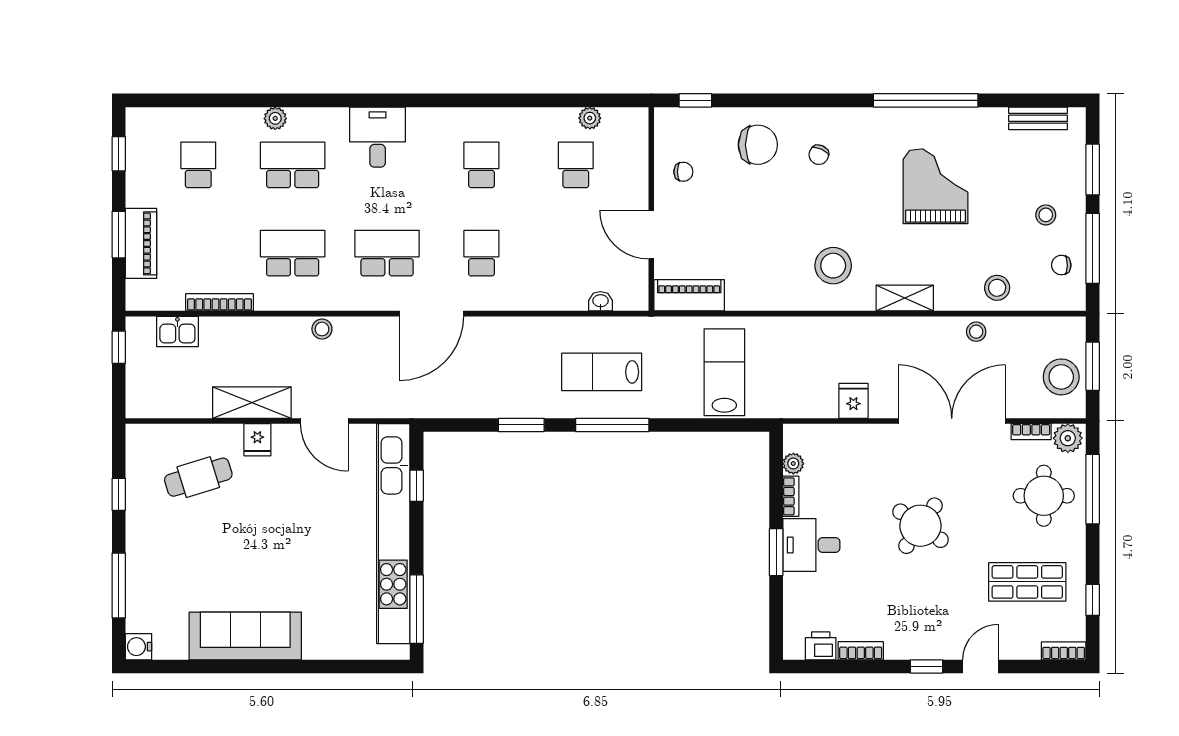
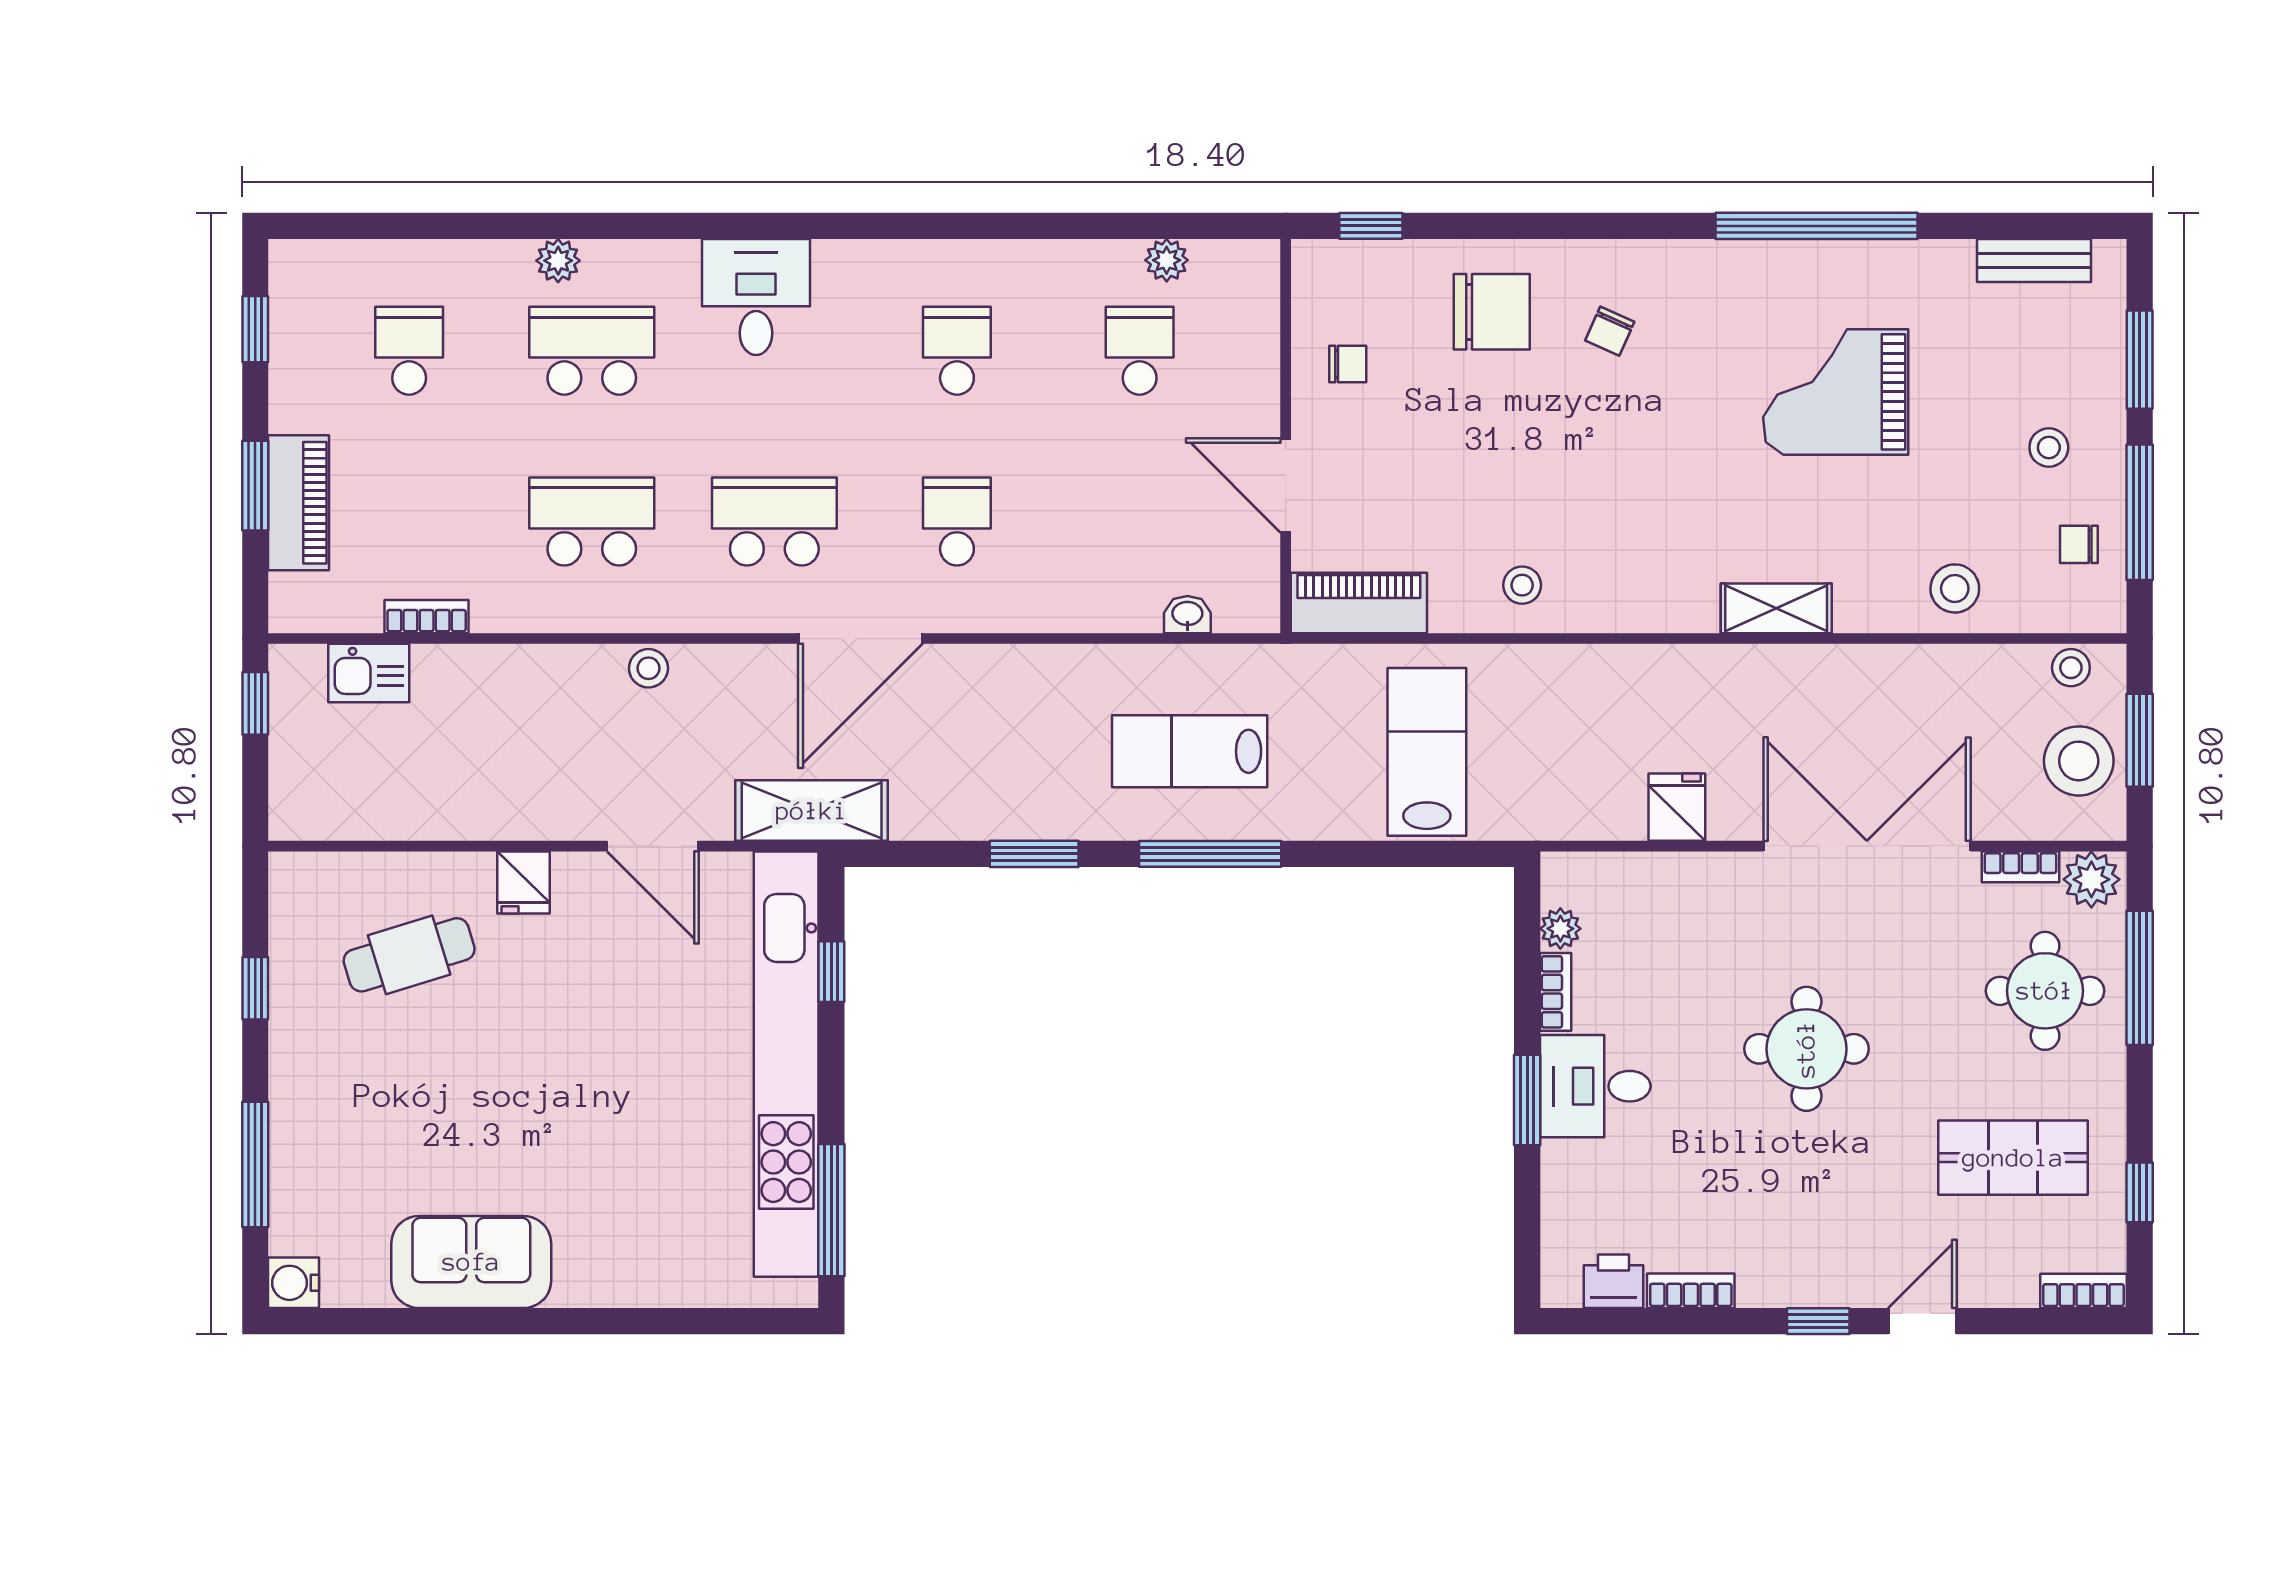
grand piano: (936, 186) -> (1836, 392), turned -90
stool: (833, 266) -> (1522, 585), moved, width x0.53, depth x0.53
bookcase: (219, 302) -> (427, 617), width x0.64
stool: (976, 332) -> (2071, 668), moved
shelving: (252, 403) -> (812, 811), moved
round table: (920, 526) -> (1806, 1049), turned -35
sofa: (245, 636) -> (471, 1262), width x0.73

